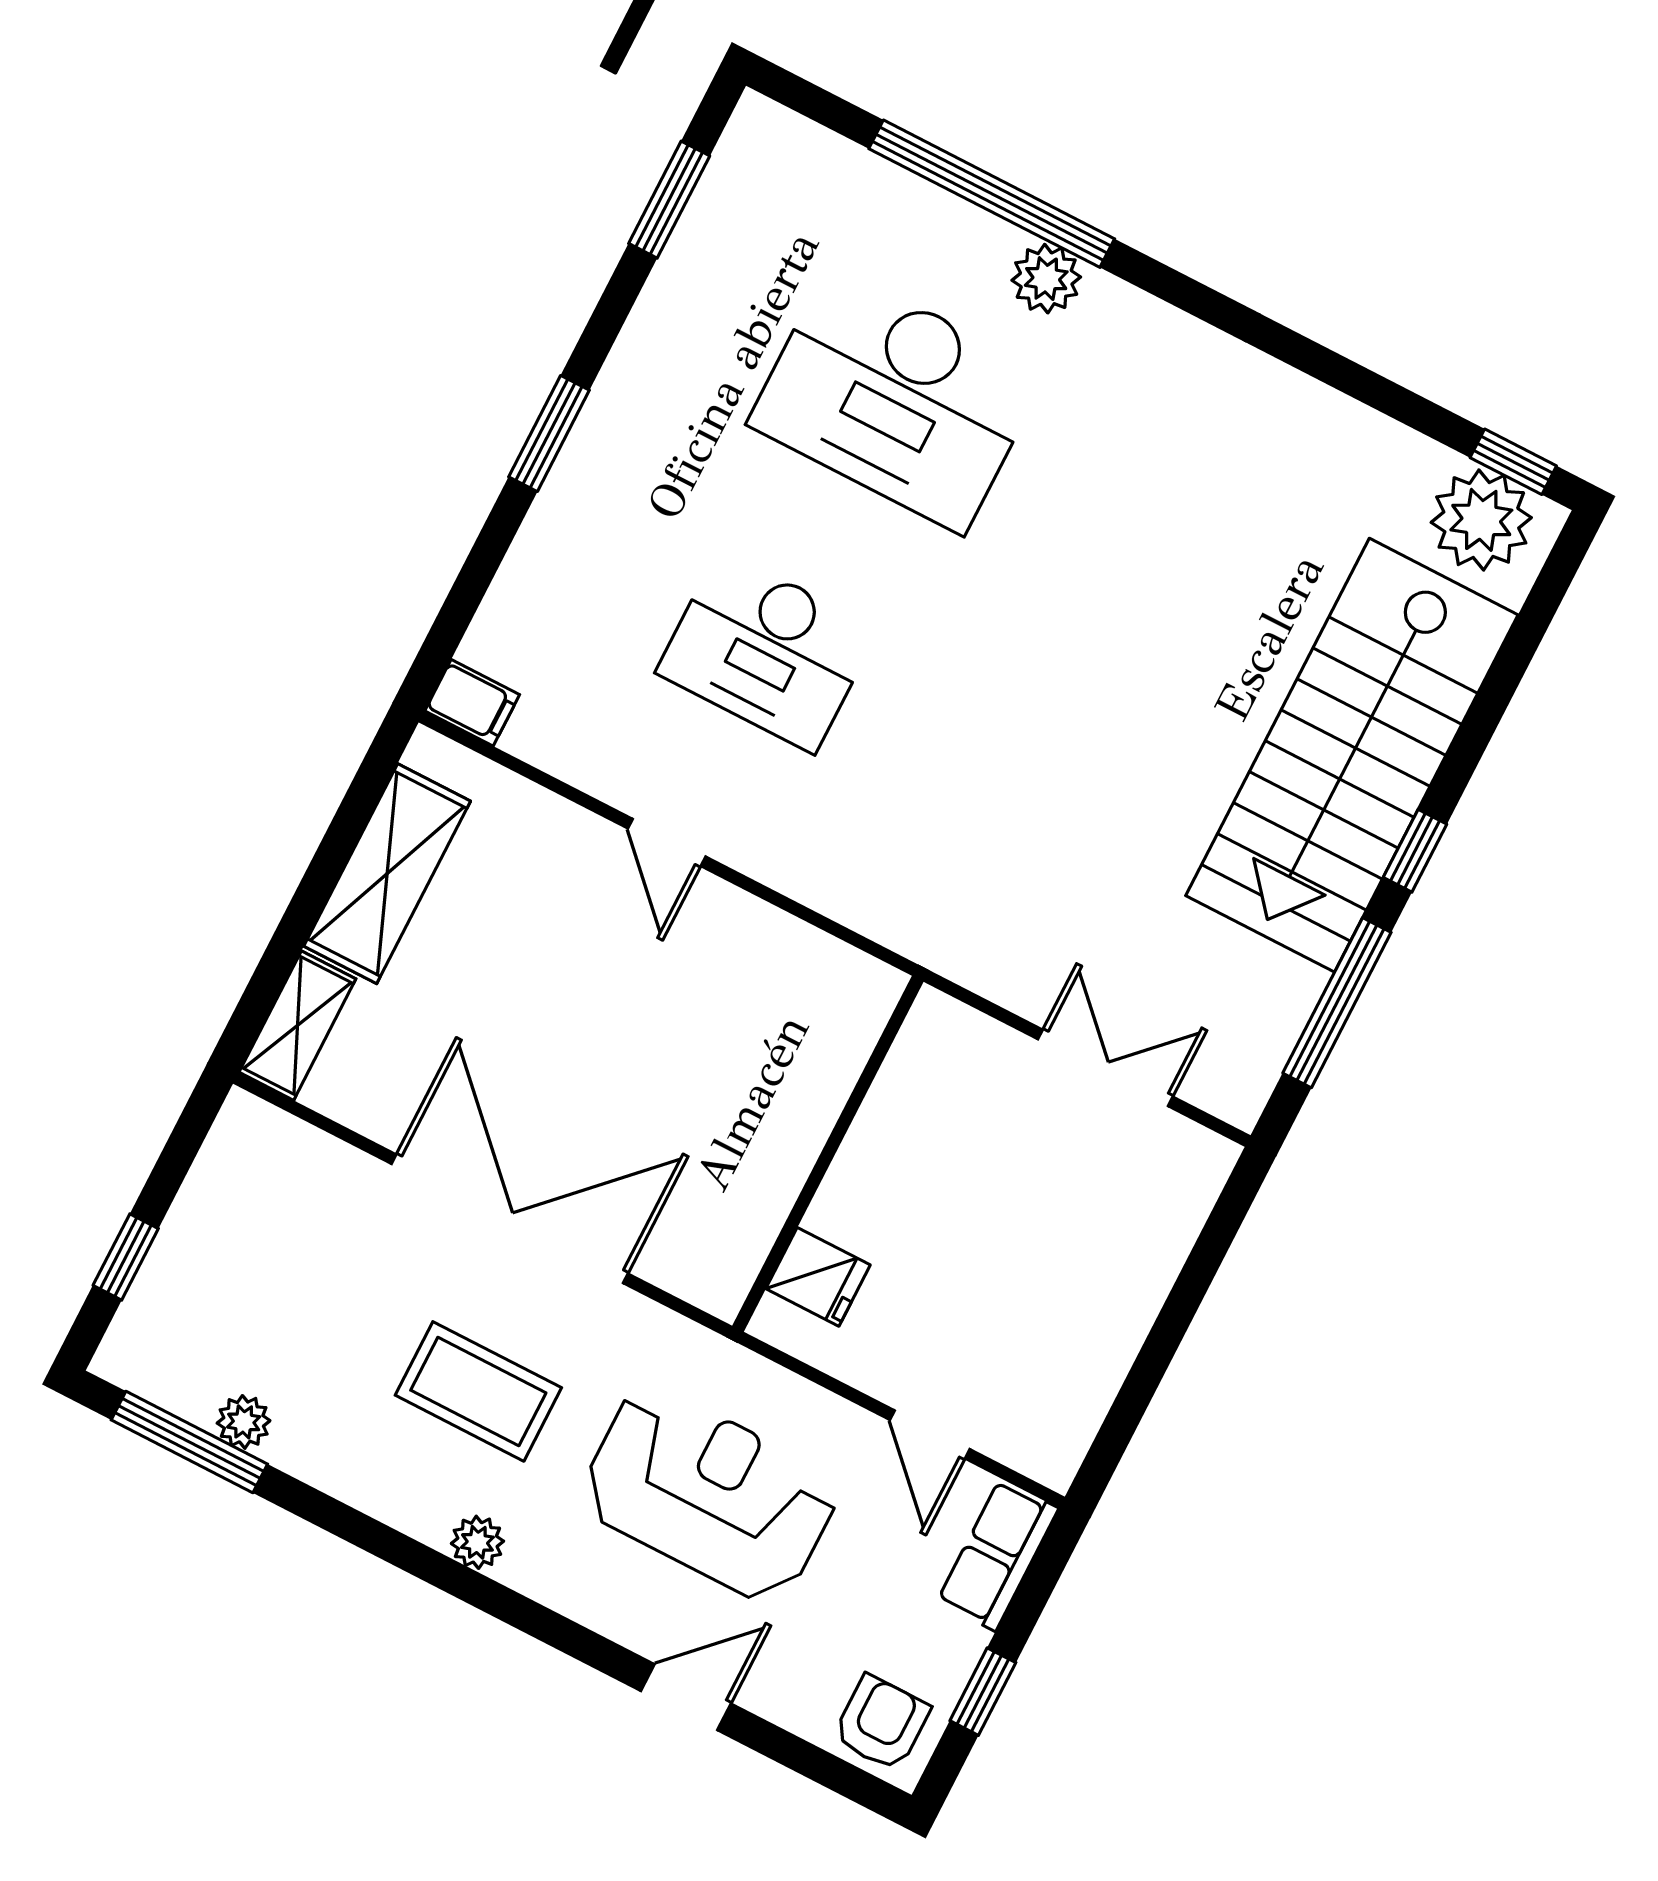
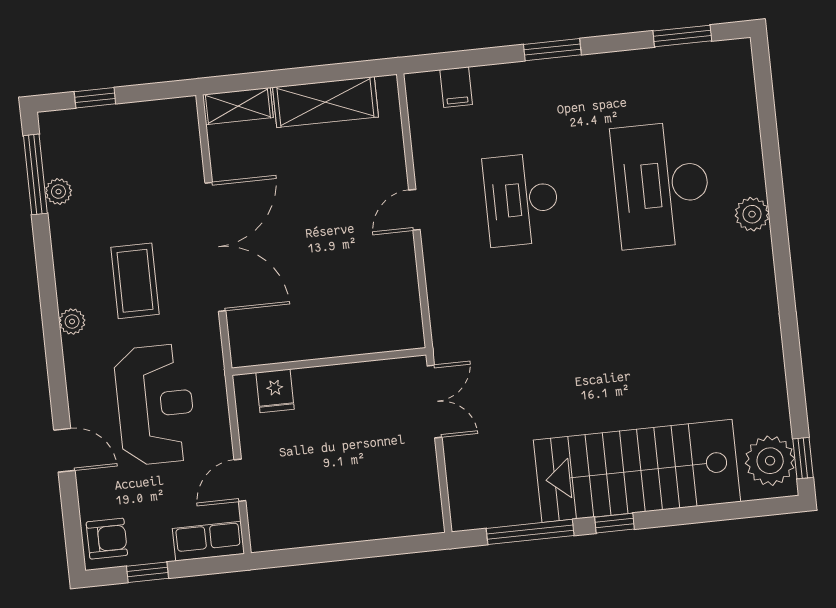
window: (992, 194) -> (772, 168), removed
filing cabinet: (472, 703) -> (456, 87), moved
double door: (1105, 1068) -> (435, 401), moved

